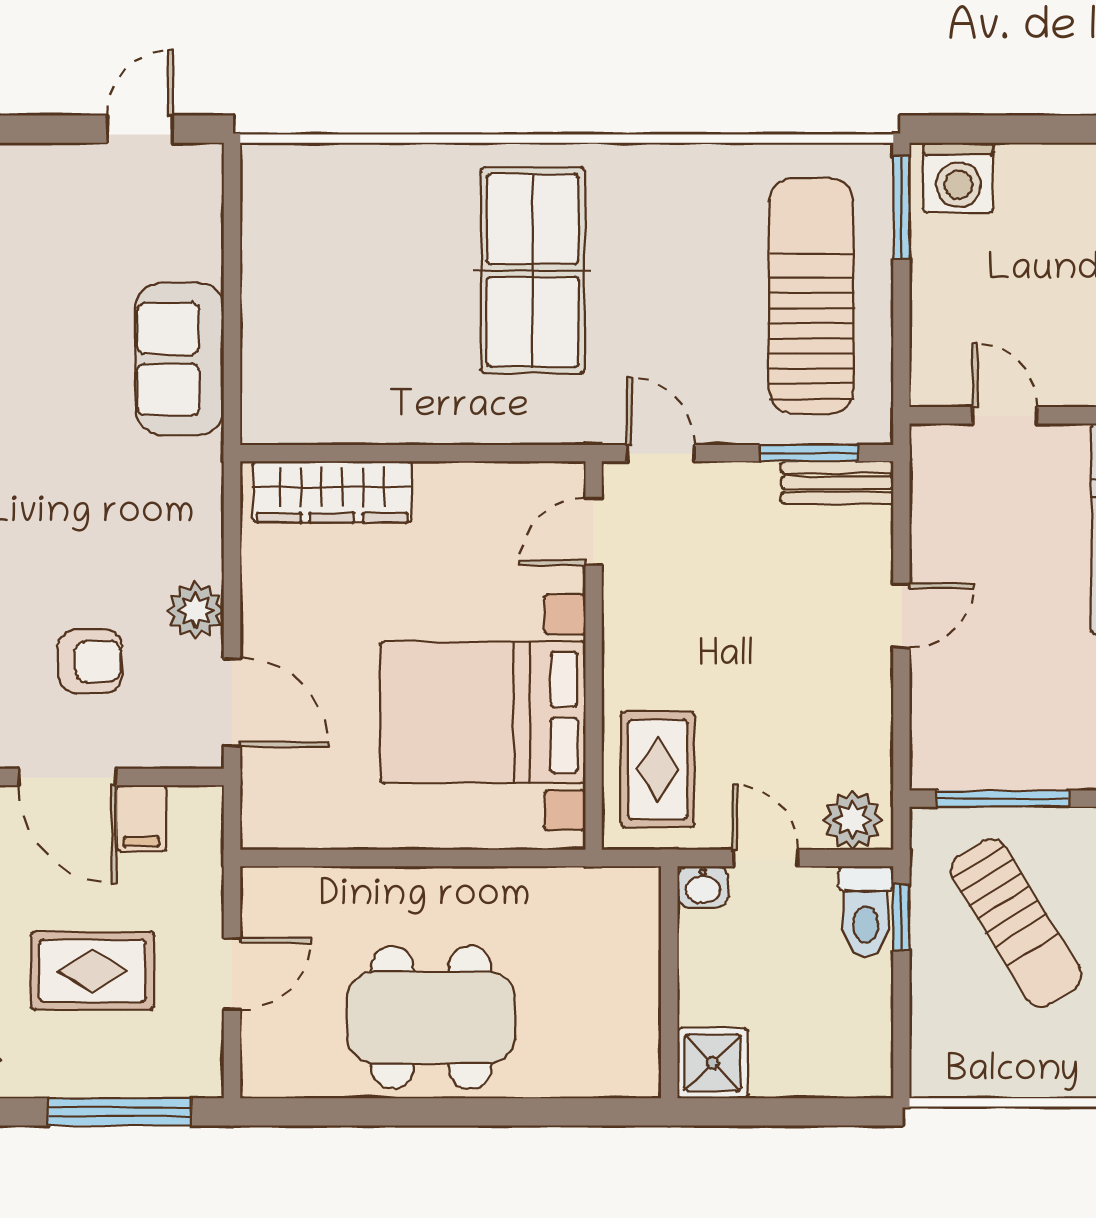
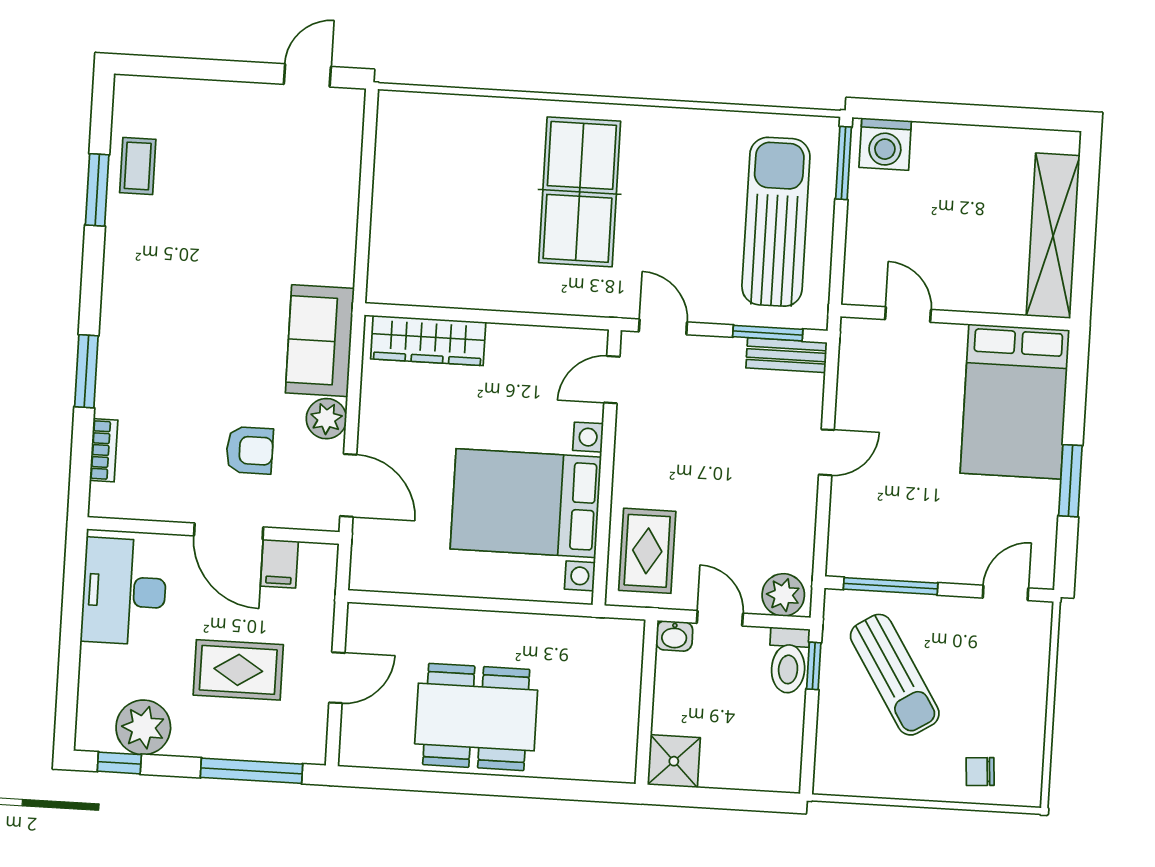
sofa: (180, 359) -> (320, 341), moved

